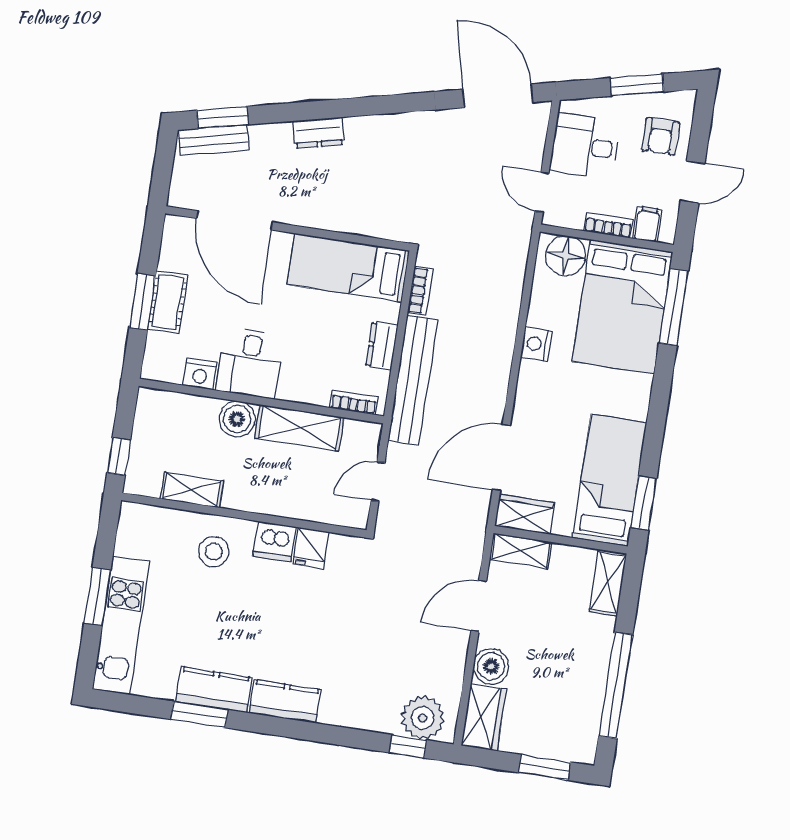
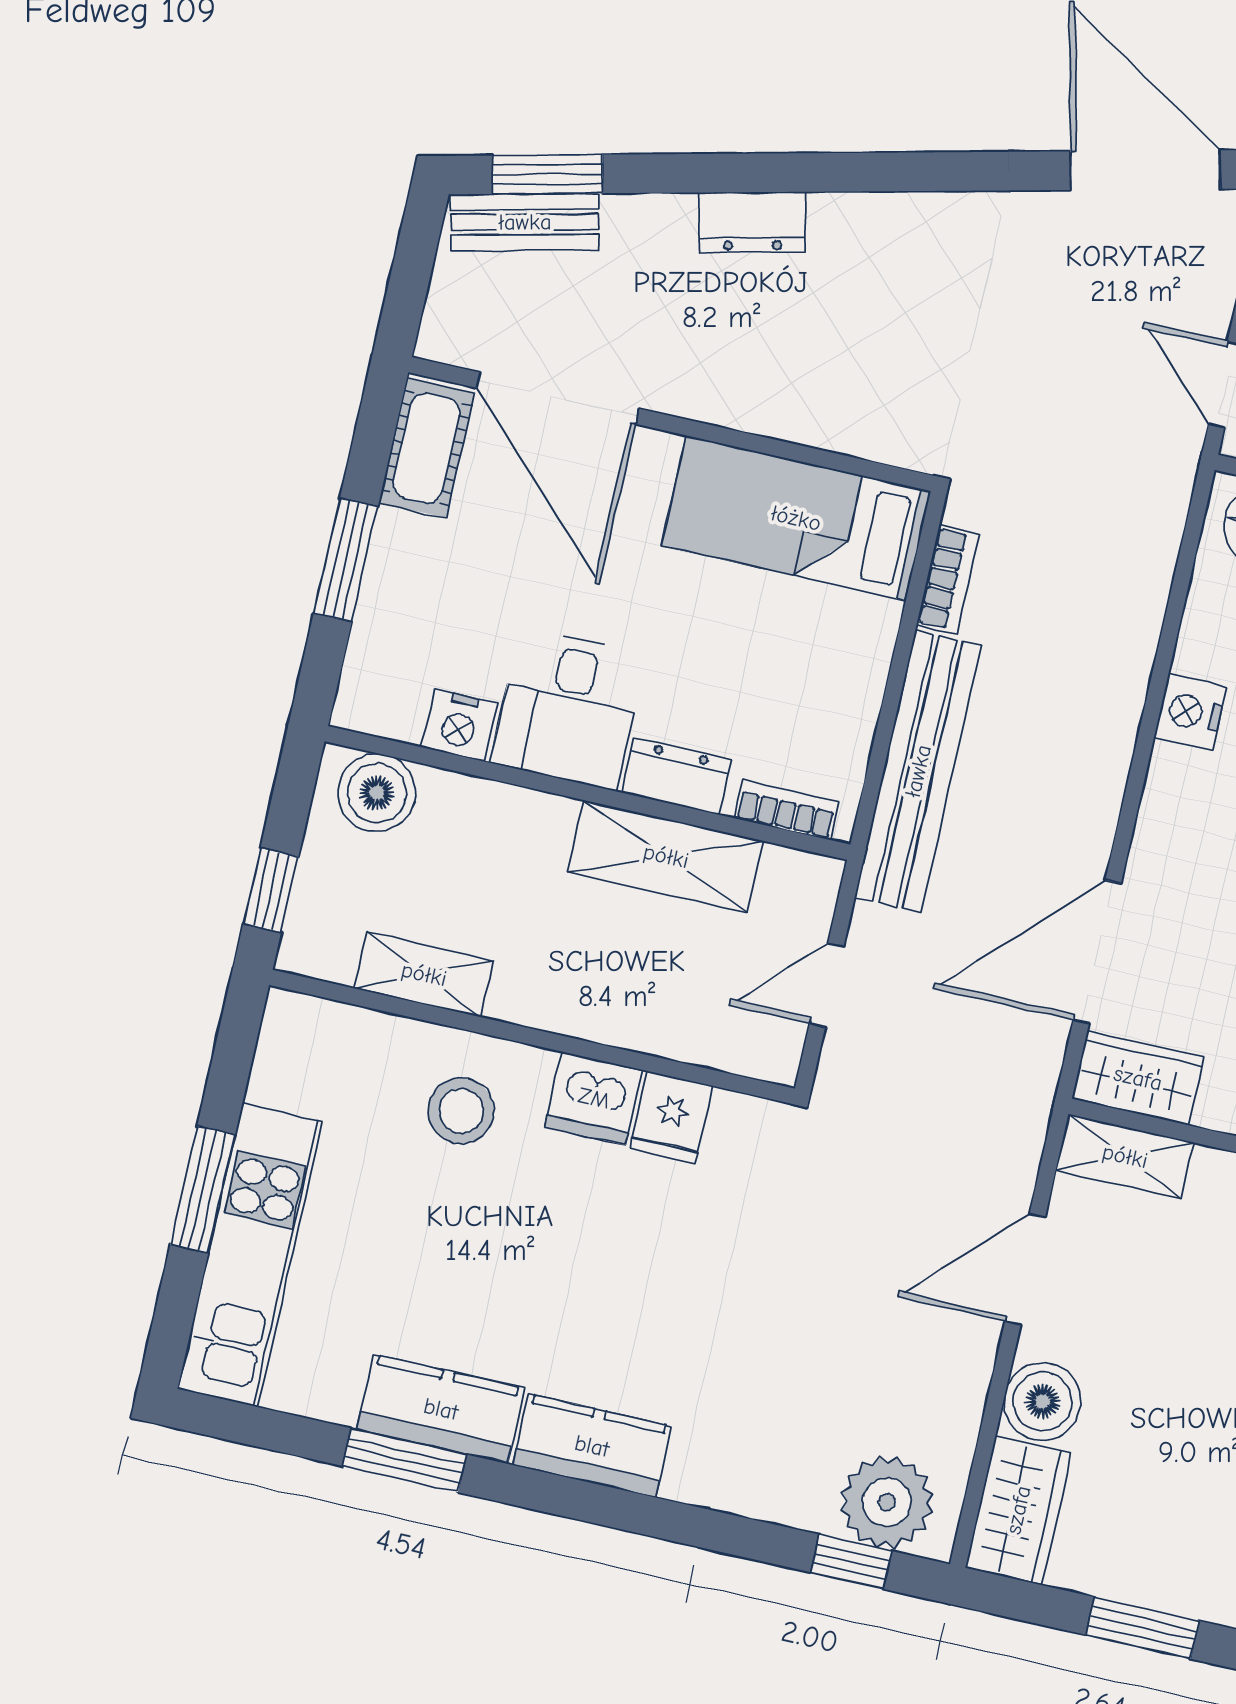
cot: (168, 302) -> (427, 448), moved
dresser: (382, 346) -> (676, 776), moved, turned 90
boiler: (237, 419) -> (377, 793), moved

